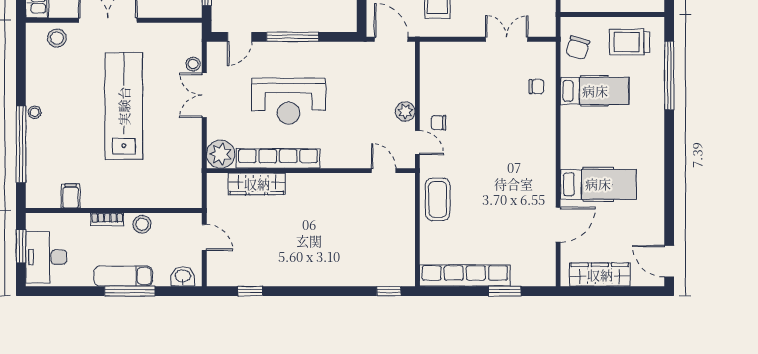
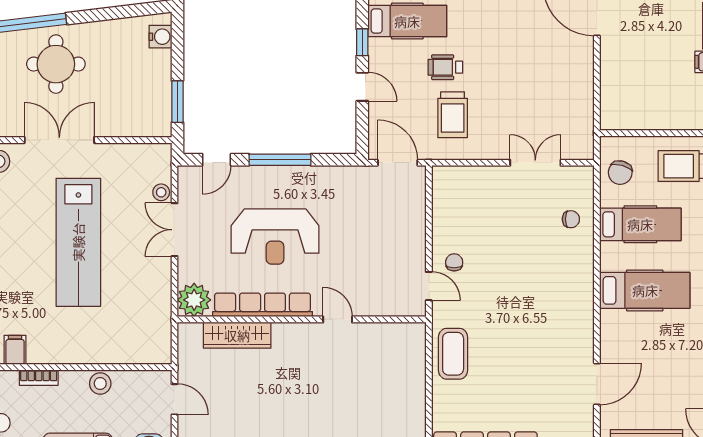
lab bench: (124, 106) -> (78, 242), turned 180
plant: (405, 111) -> (414, 249), removed
chair: (439, 123) -> (454, 262), turned 90
door: (384, 171) -> (338, 319), moved
hospital bed: (598, 184) -> (645, 290), moved
bookcase: (107, 219) -> (39, 378), moved

